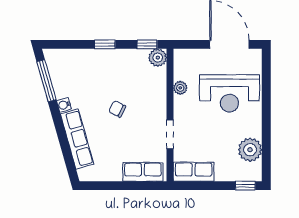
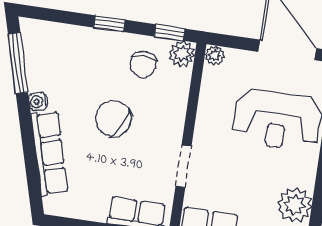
chair: (132, 69) -> (143, 64), added
plant: (180, 88) -> (215, 55), moved
chair: (117, 109) -> (113, 119), width x1.87, depth x1.87

